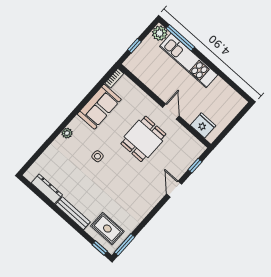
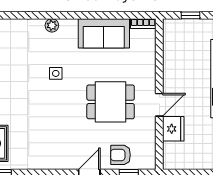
fridge: (203, 125) -> (173, 129), moved
armchair: (180, 161) -> (121, 155), added

